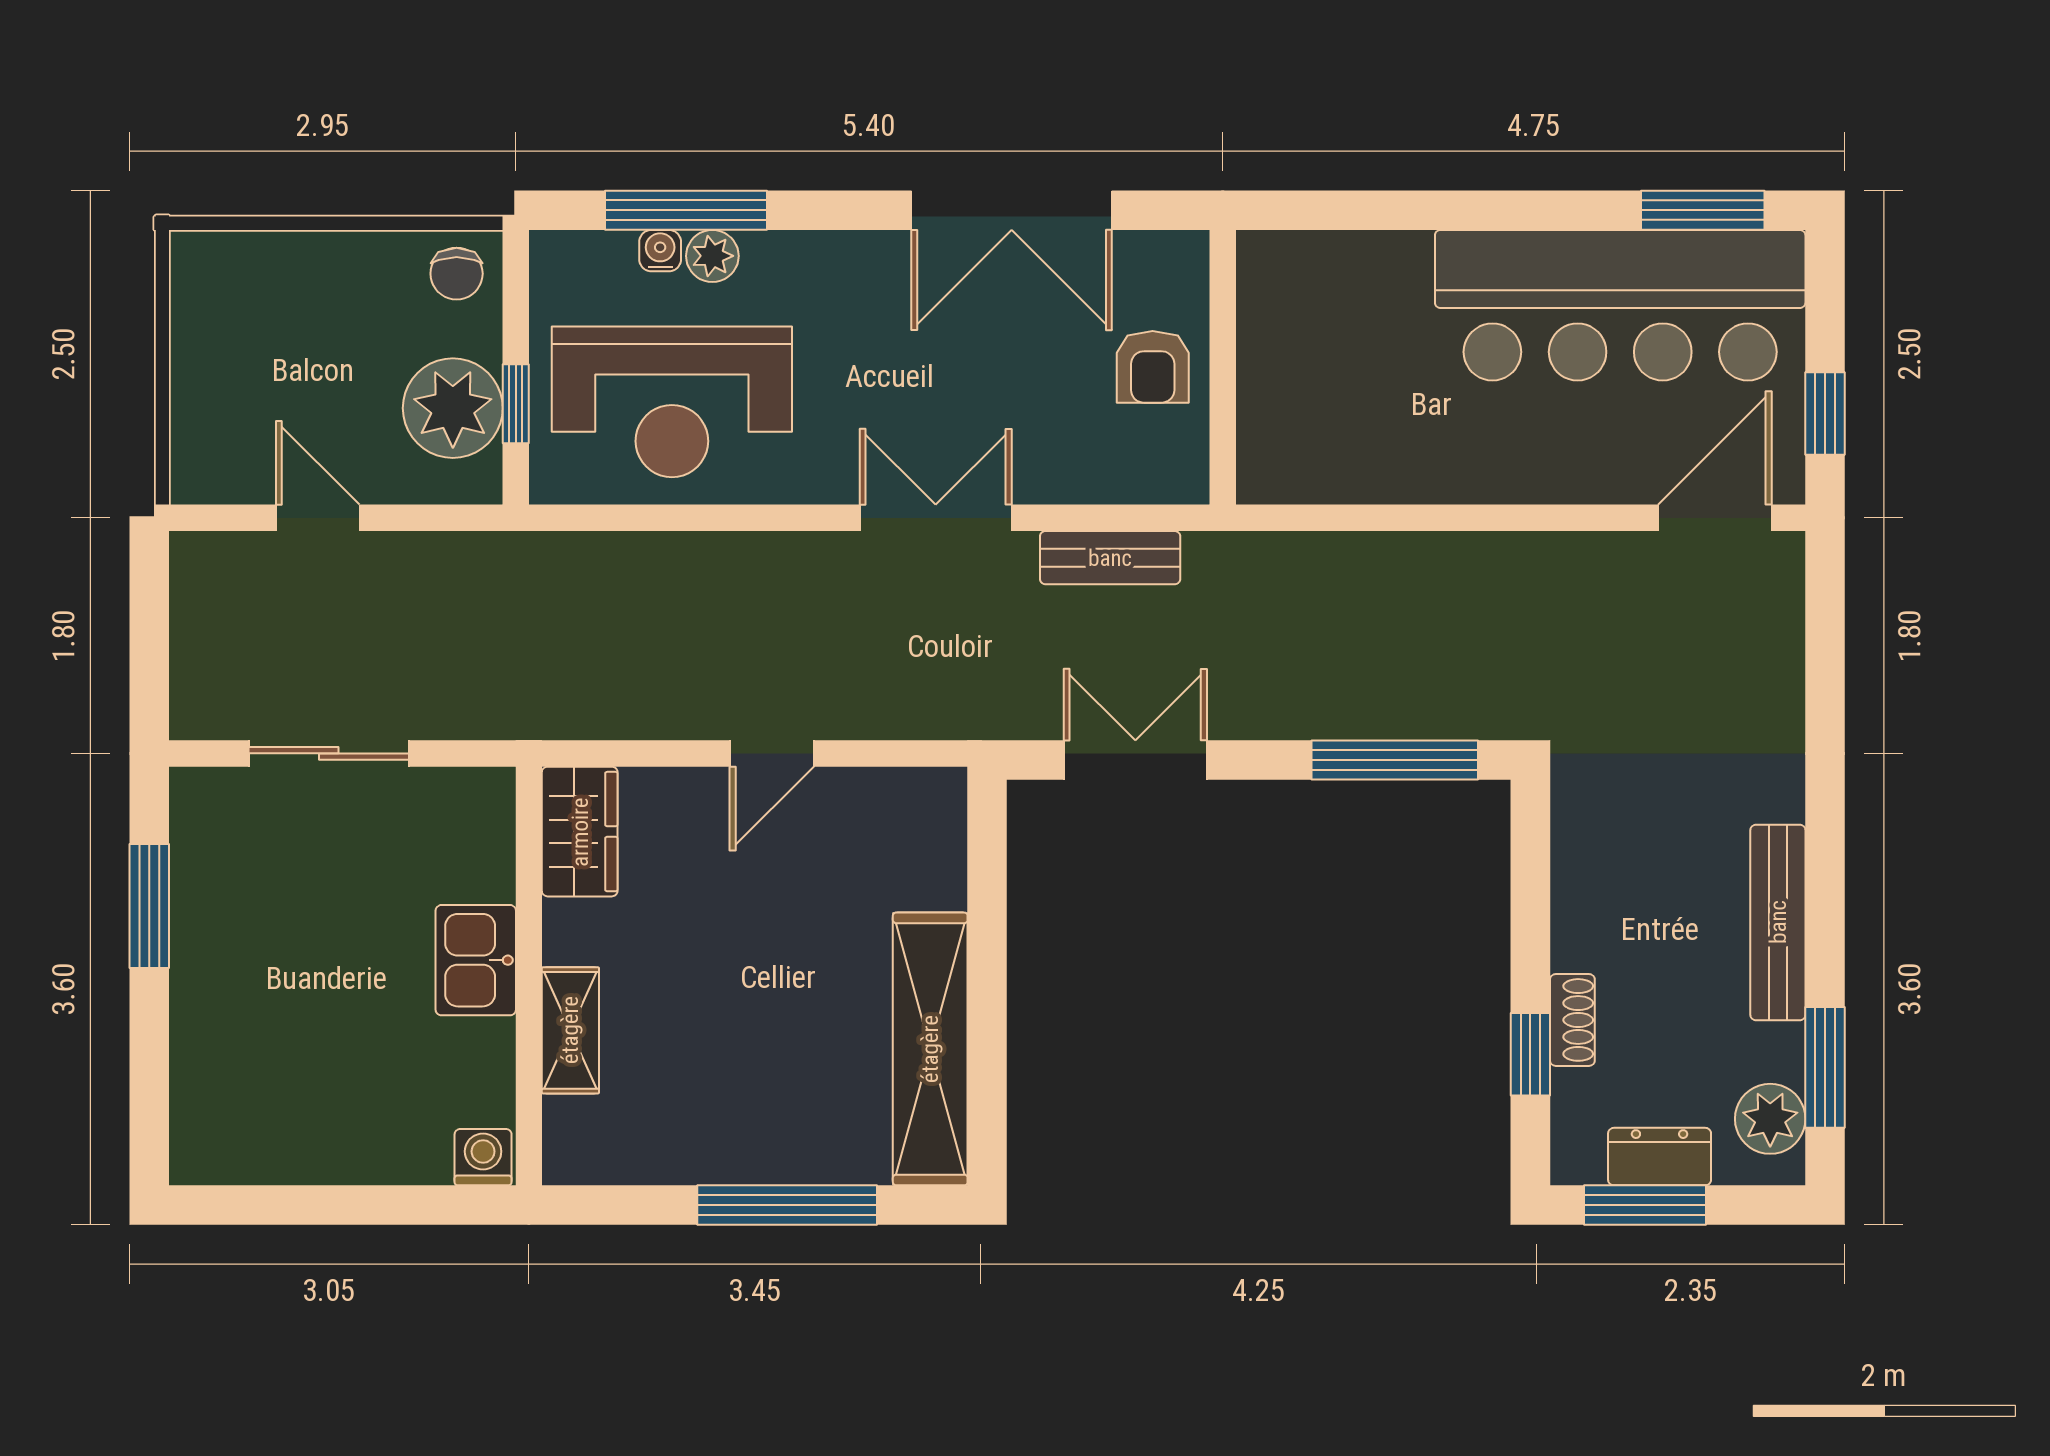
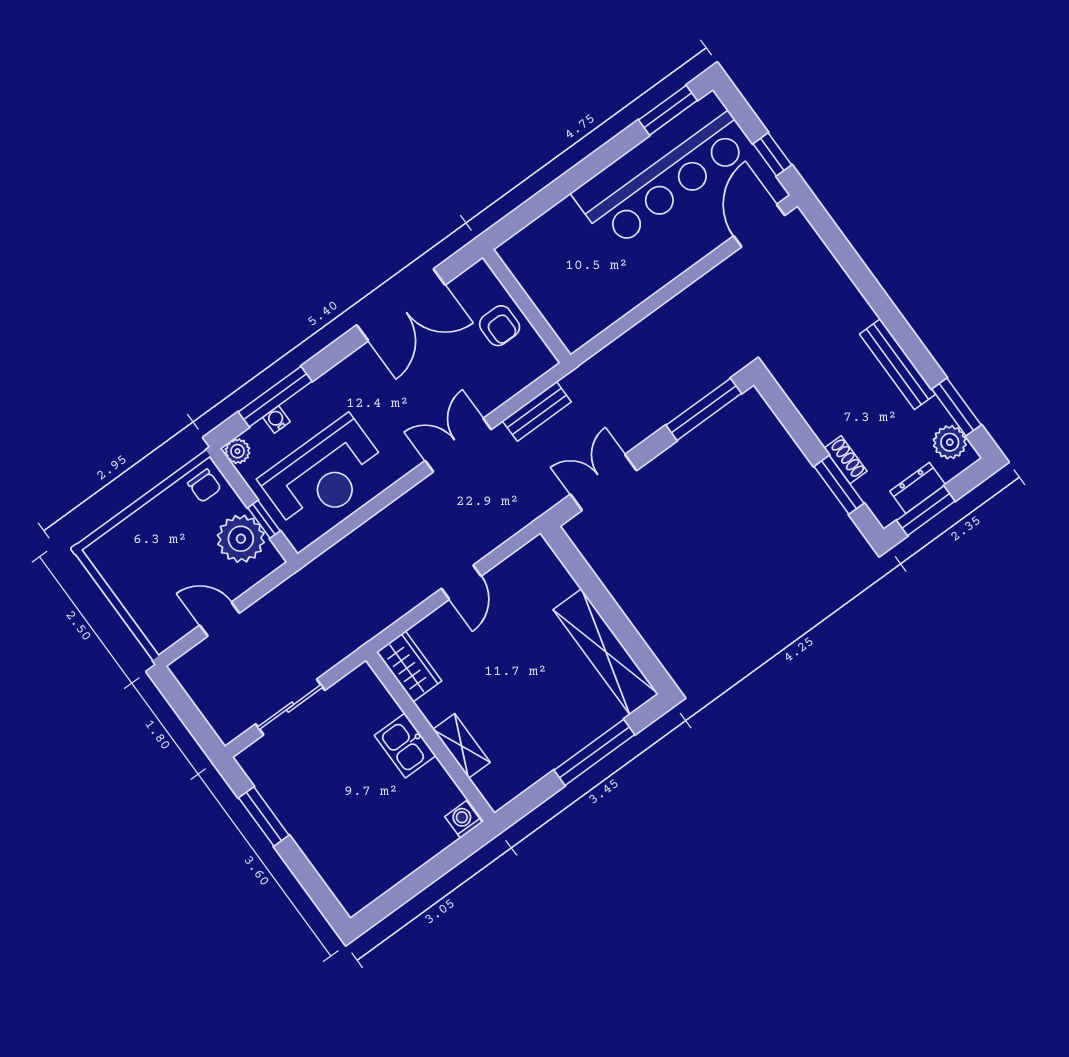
plant: (712, 256) -> (237, 451), moved
window: (1530, 1054) -> (839, 485), width x1.50

